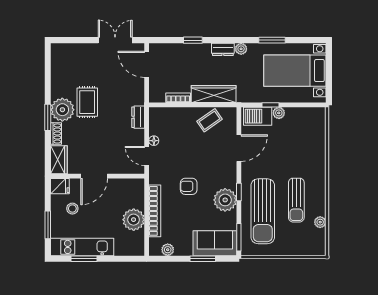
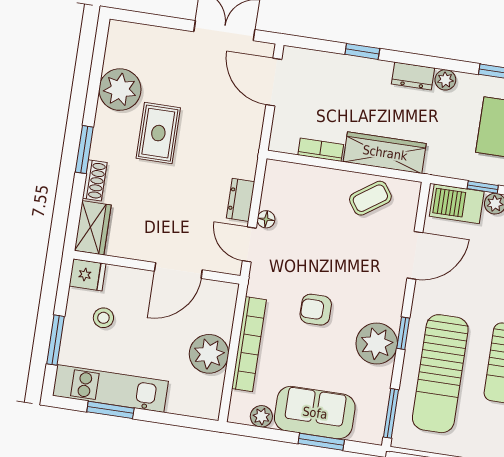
plant: (62, 110) -> (120, 90), moved
dresser: (138, 117) -> (241, 200), moved
door: (94, 176) -> (178, 270), moved
sofa: (215, 243) -> (315, 413), moved

